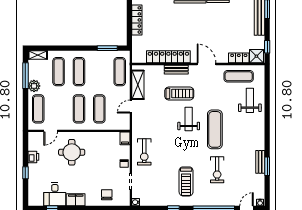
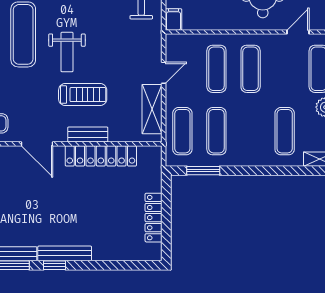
exercise mat: (79, 72) -> (216, 131), moved
treadmill: (179, 93) -> (83, 95), turned 180

